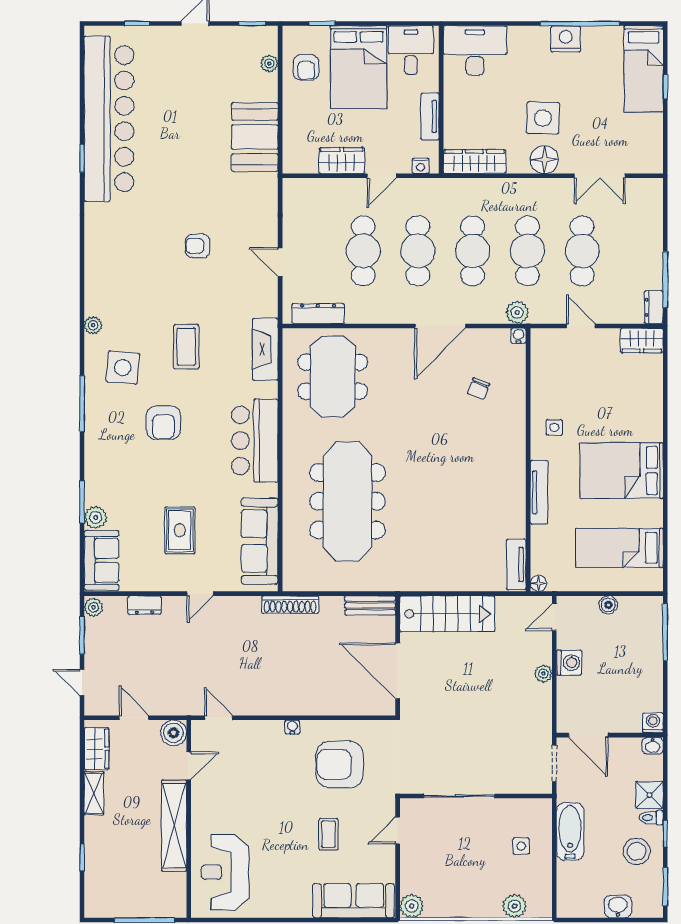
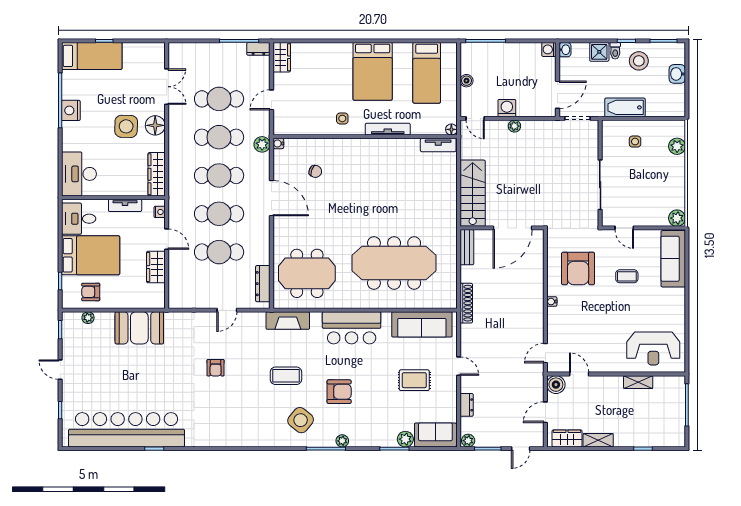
armchair: (306, 67) -> (91, 292), turned 180
plant: (93, 325) -> (342, 441), moved
side table: (123, 368) -> (301, 420), turned 33
shelving: (174, 826) -> (638, 382), width x0.45, depth x0.75

